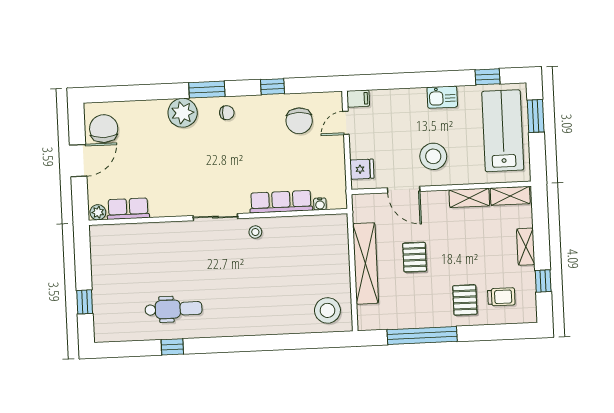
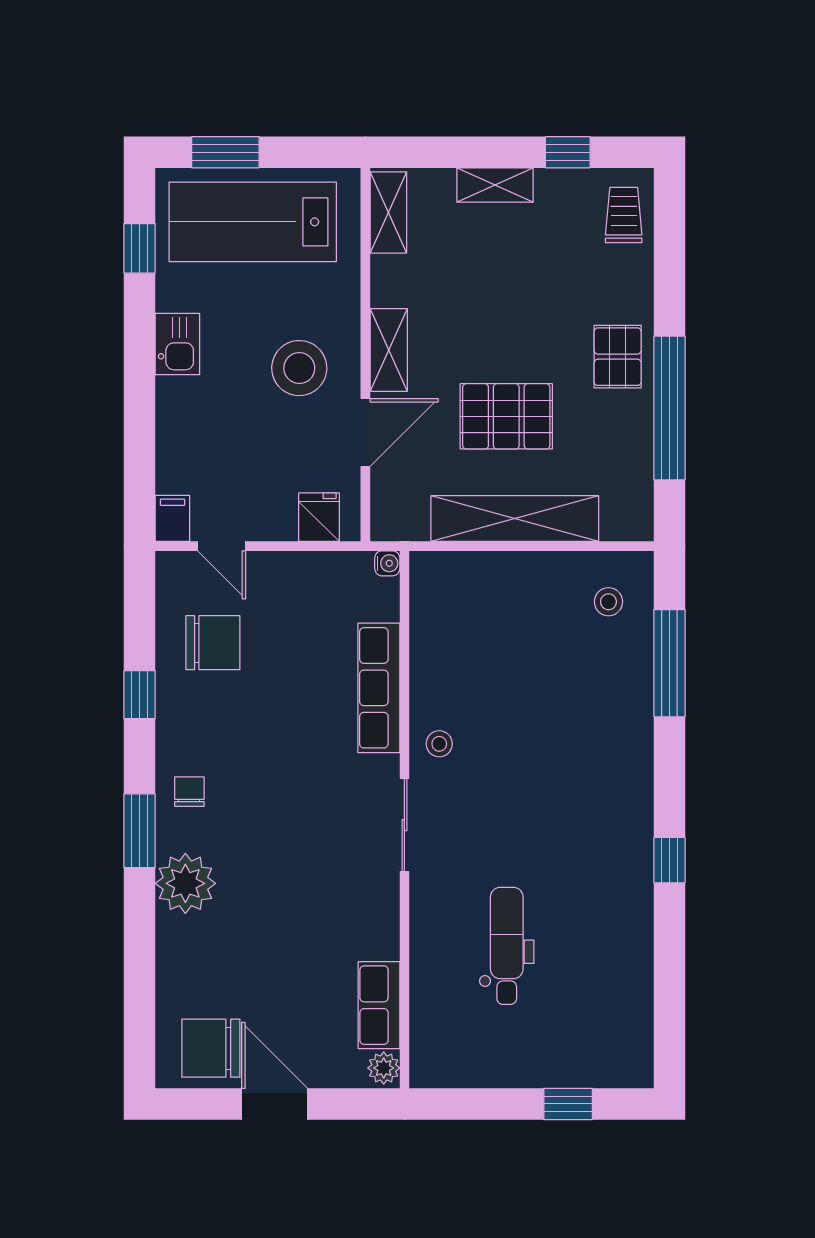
shelving: (469, 198) -> (389, 350), moved
water cooler: (320, 204) -> (387, 563), moved
pallet: (415, 257) -> (506, 416), width x1.50, depth x1.42
trolley: (501, 297) -> (624, 215), moved
pallet: (465, 300) -> (618, 357), moved, turned 90
dental chair: (173, 309) -> (507, 946), moved
stool: (327, 310) -> (608, 602), width x0.53, depth x0.53
window: (299, 341) -> (669, 663), added
window: (172, 347) -> (669, 860), moved

